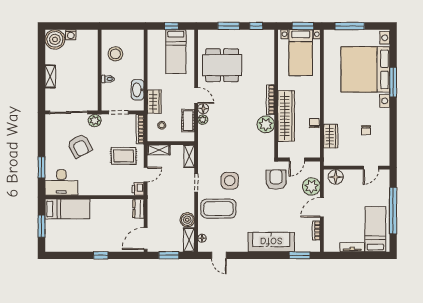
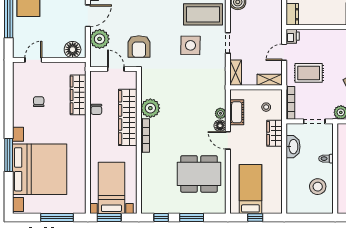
wardrobe: (331, 136) -> (78, 95), width x1.50
door: (297, 159) -> (116, 69), hinge flipped

